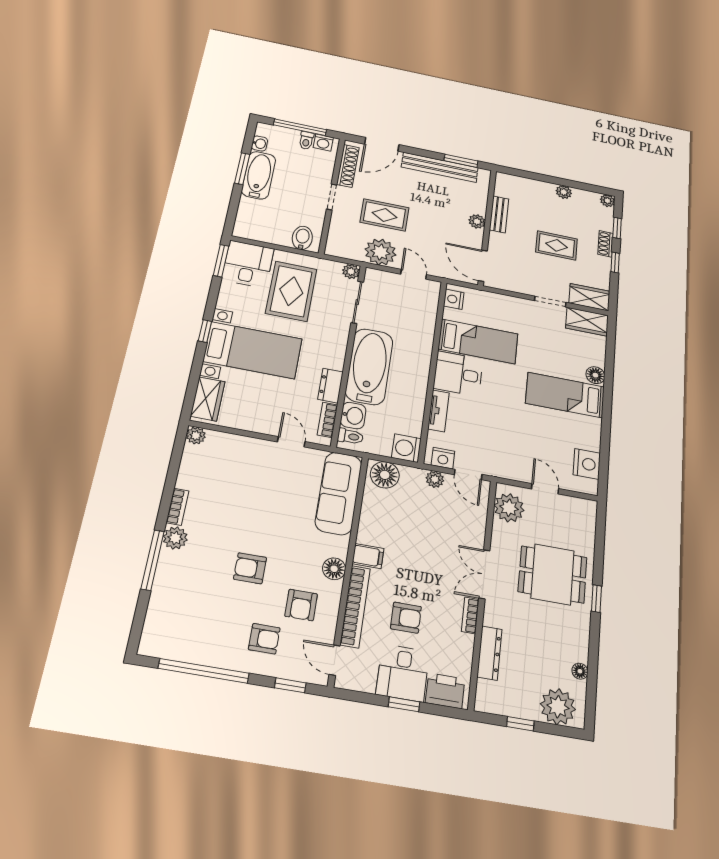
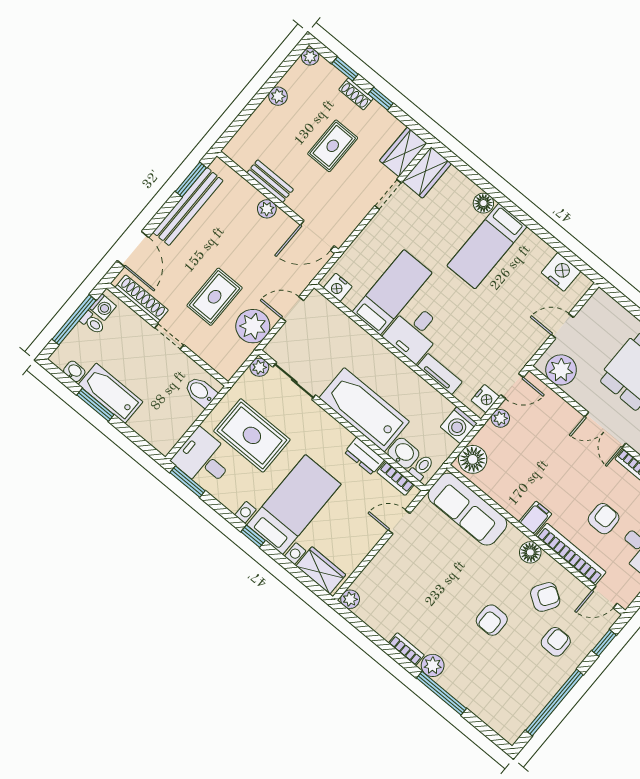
armchair: (301, 605) -> (545, 597), turned -57

